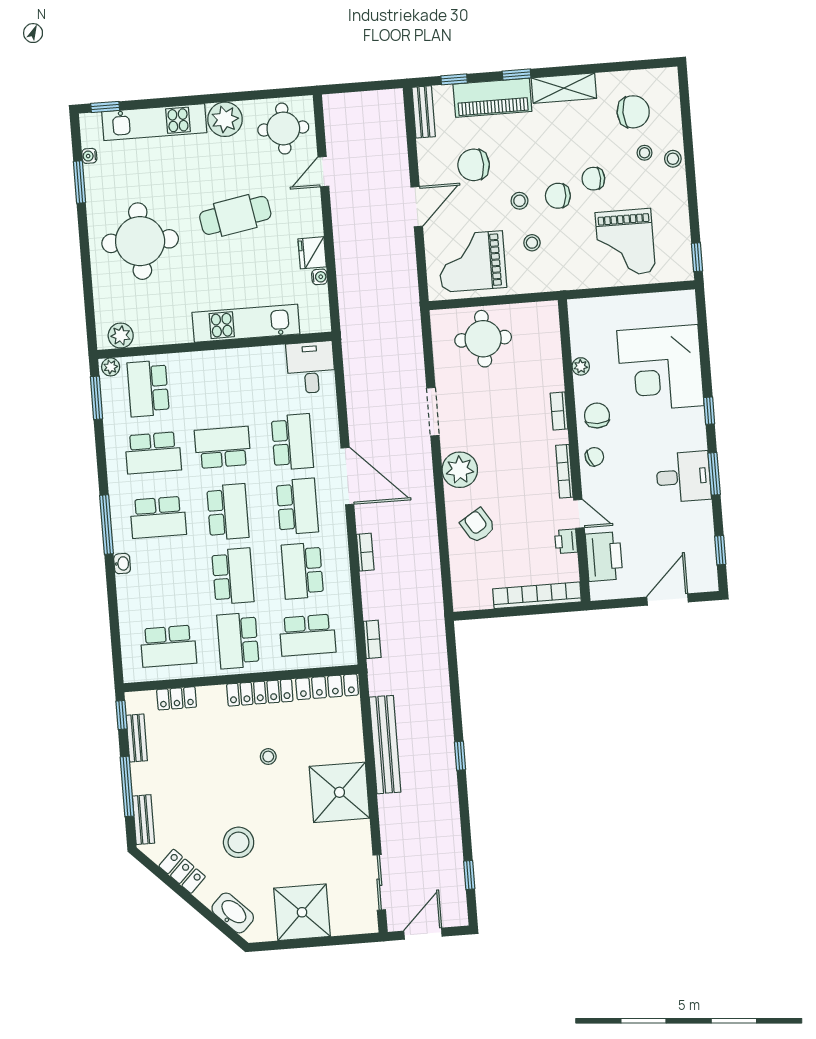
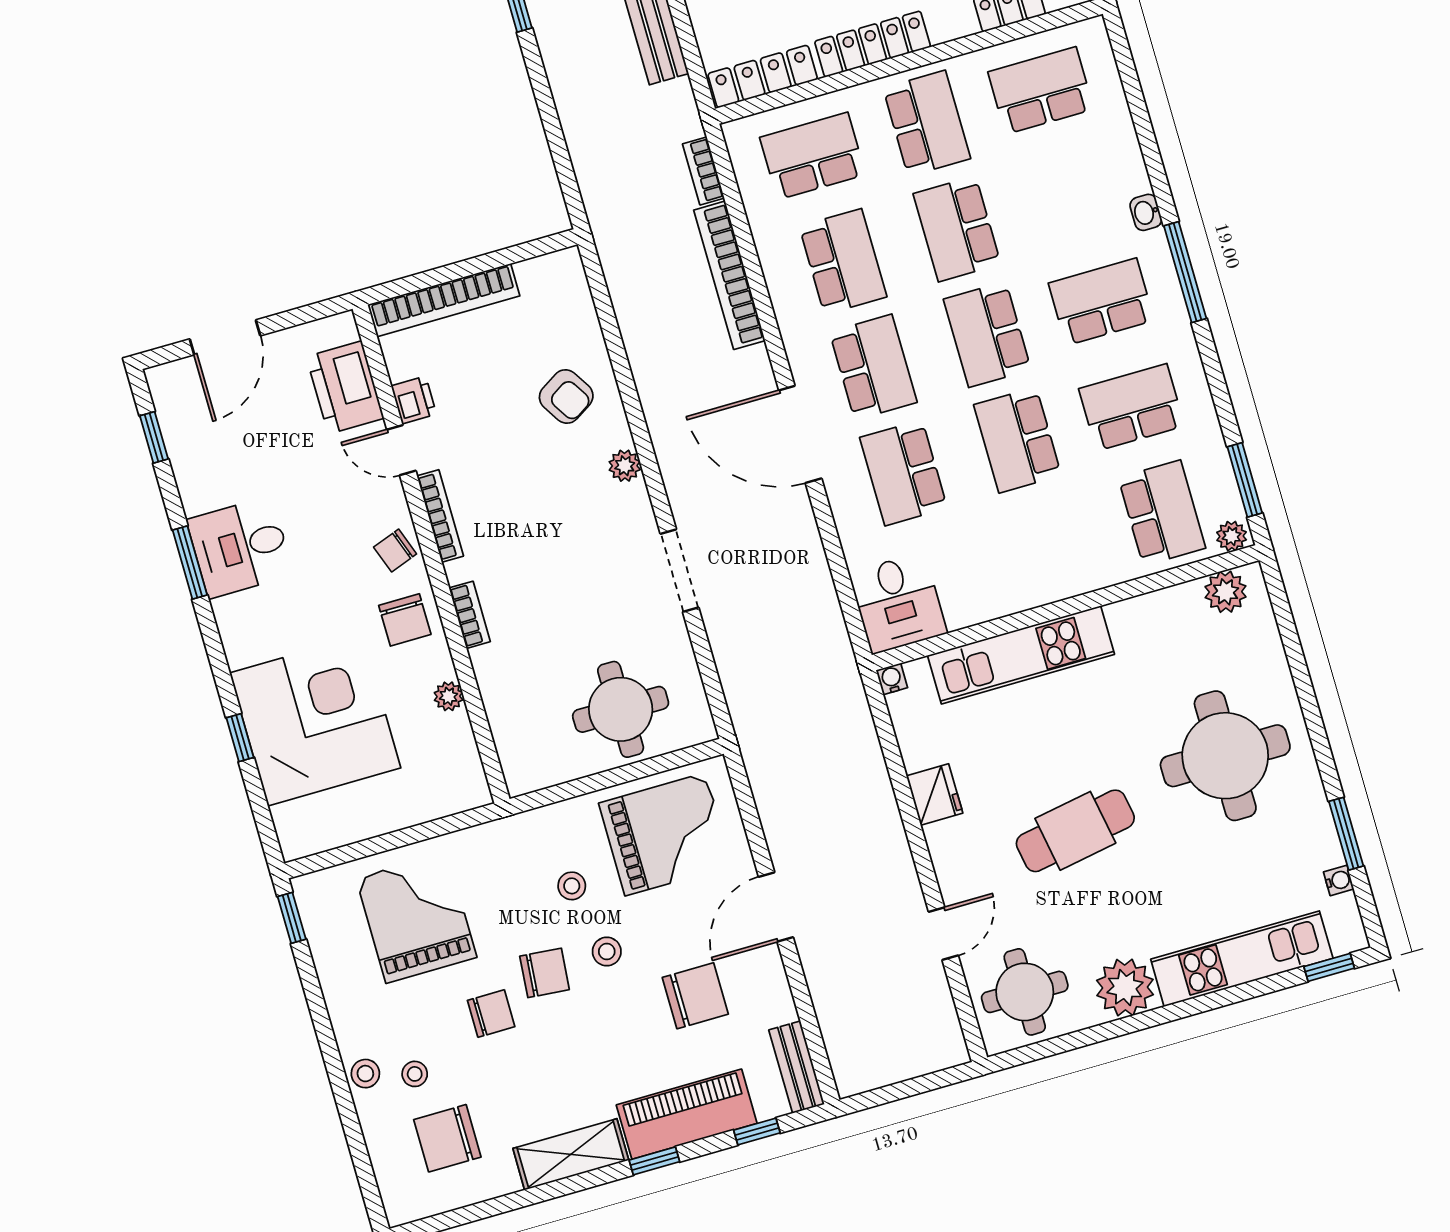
water cooler: (319, 277) -> (892, 679), moved, turned 90
window: (709, 411) -> (240, 738), moved
school desk: (223, 447) -> (1018, 440), turned 90
plant: (460, 470) -> (625, 466), width x0.53, depth x0.53
school desk: (297, 506) -> (873, 367), turned 180
bookcase: (365, 552) -> (729, 275), width x2.31, depth x1.31

